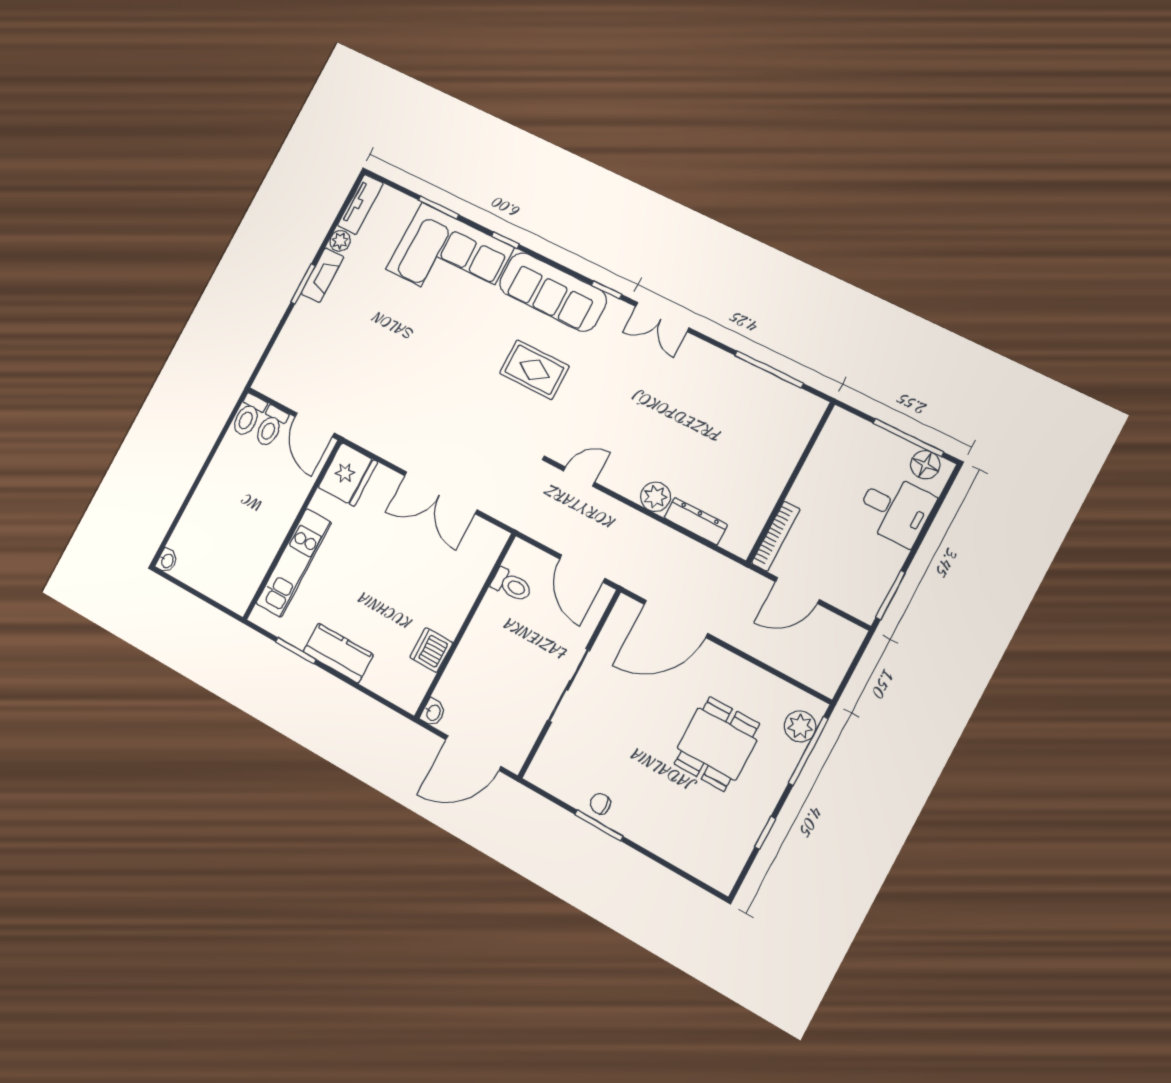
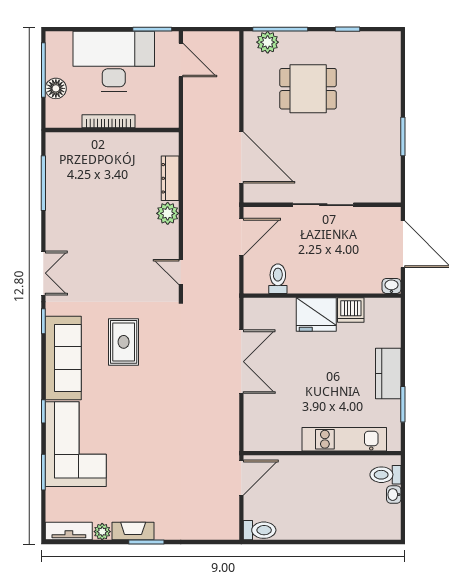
toilet: (271, 426) -> (385, 475), moved, turned 180
floor lamp: (925, 465) -> (56, 88), moved
fridge: (348, 475) -> (316, 314), moved, turned 180
desk: (895, 509) -> (114, 61), width x1.87, depth x1.30
bookcase: (776, 536) -> (108, 121), moved
washbasin: (167, 561) -> (394, 495), moved, turned -90
door: (797, 591) -> (181, 60), moved
chair: (600, 804) -> (388, 143), removed

